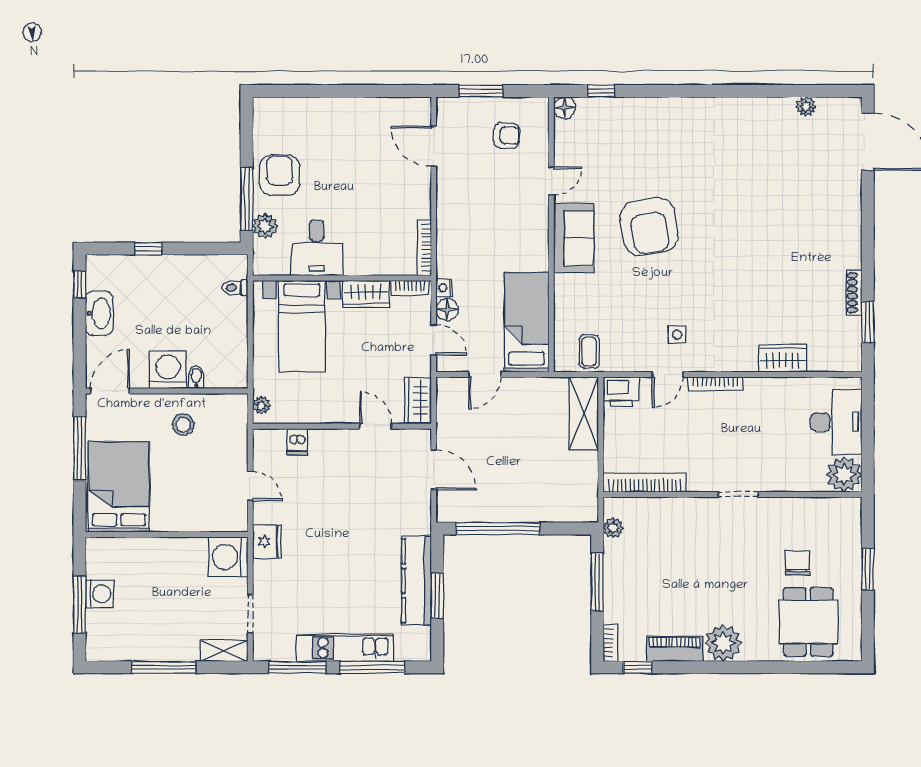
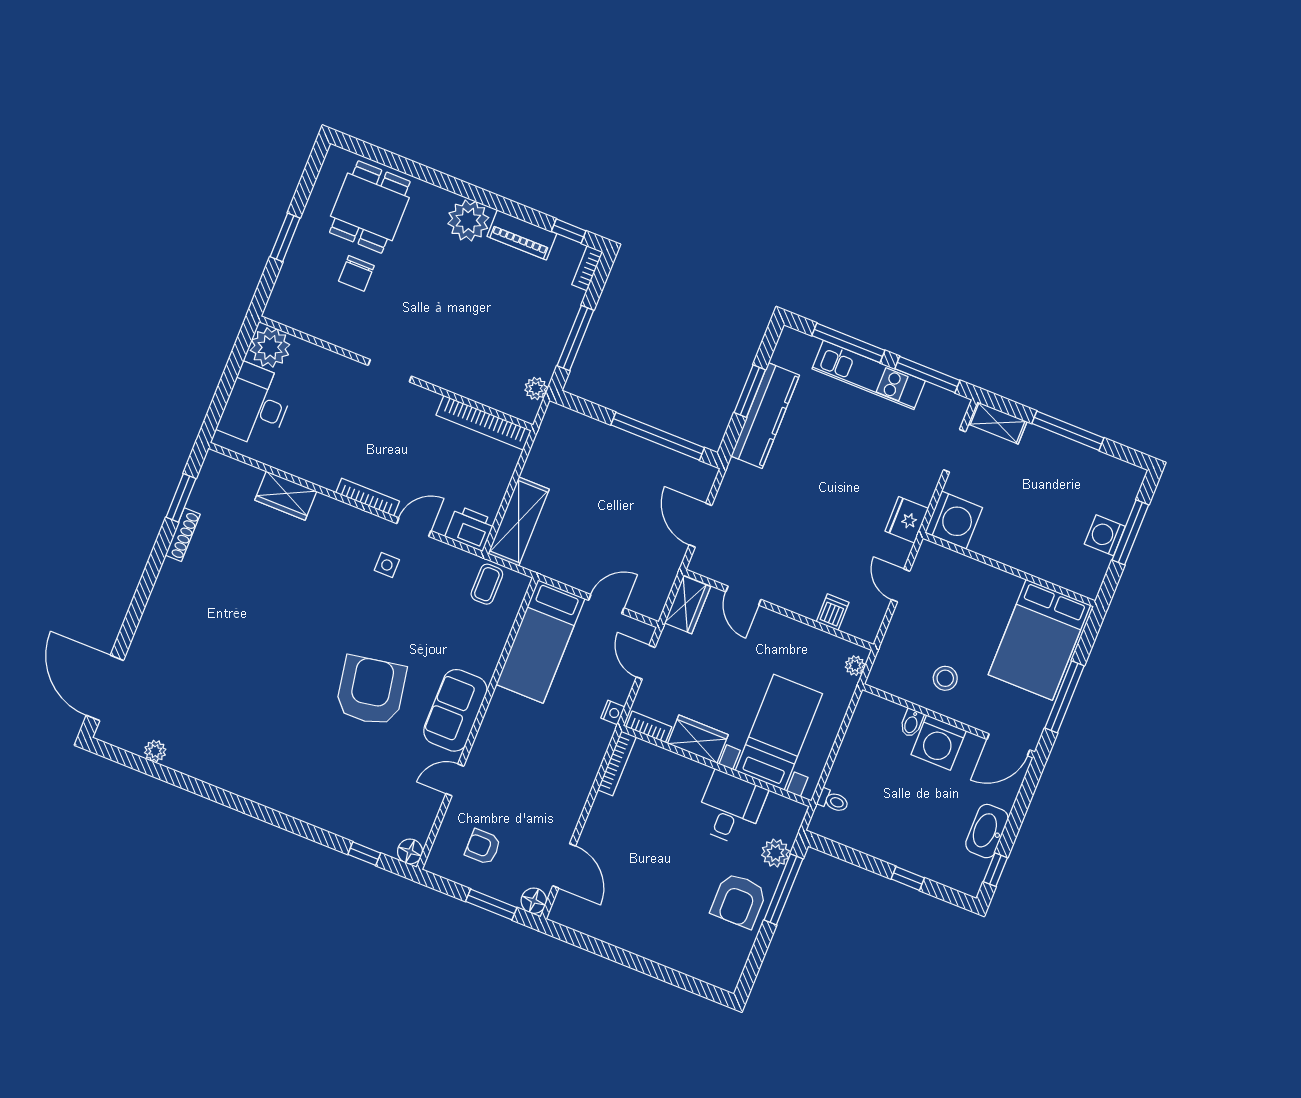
floor lamp: (447, 309) -> (534, 901), moved

